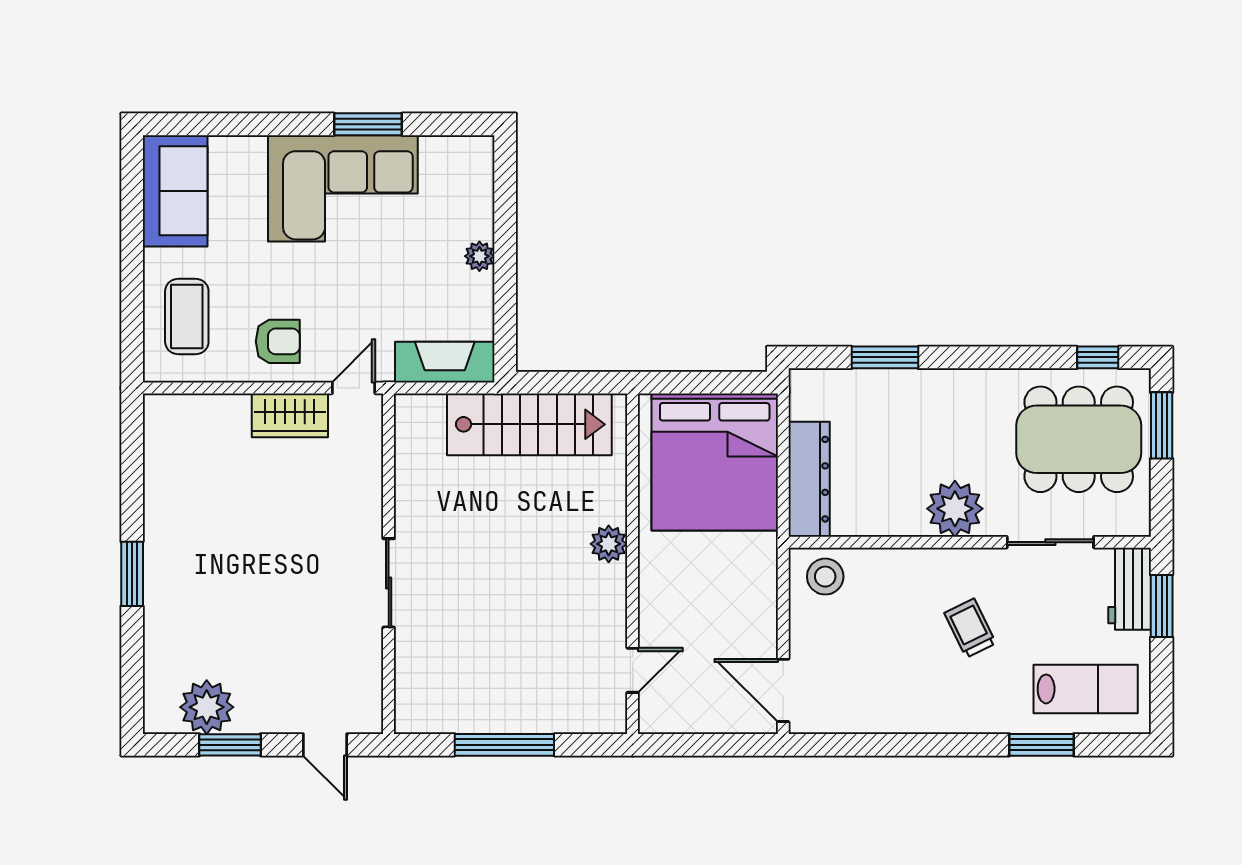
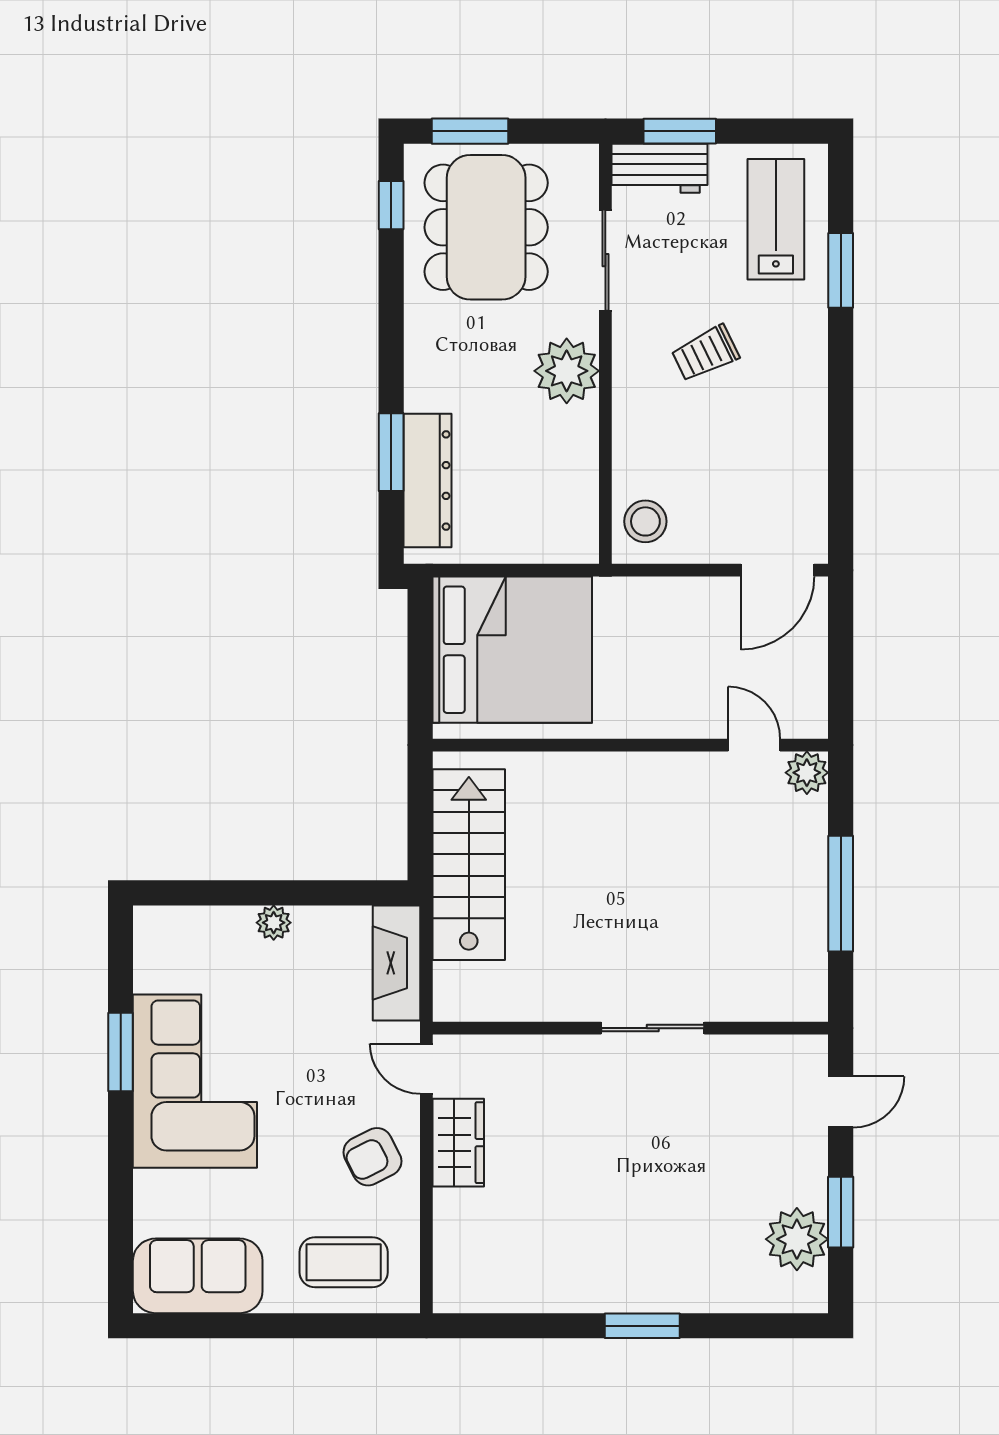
armchair: (278, 341) -> (372, 1157), turned -117
dresser: (809, 479) -> (427, 481), moved, turned 90
plant: (609, 544) -> (807, 773), moved

